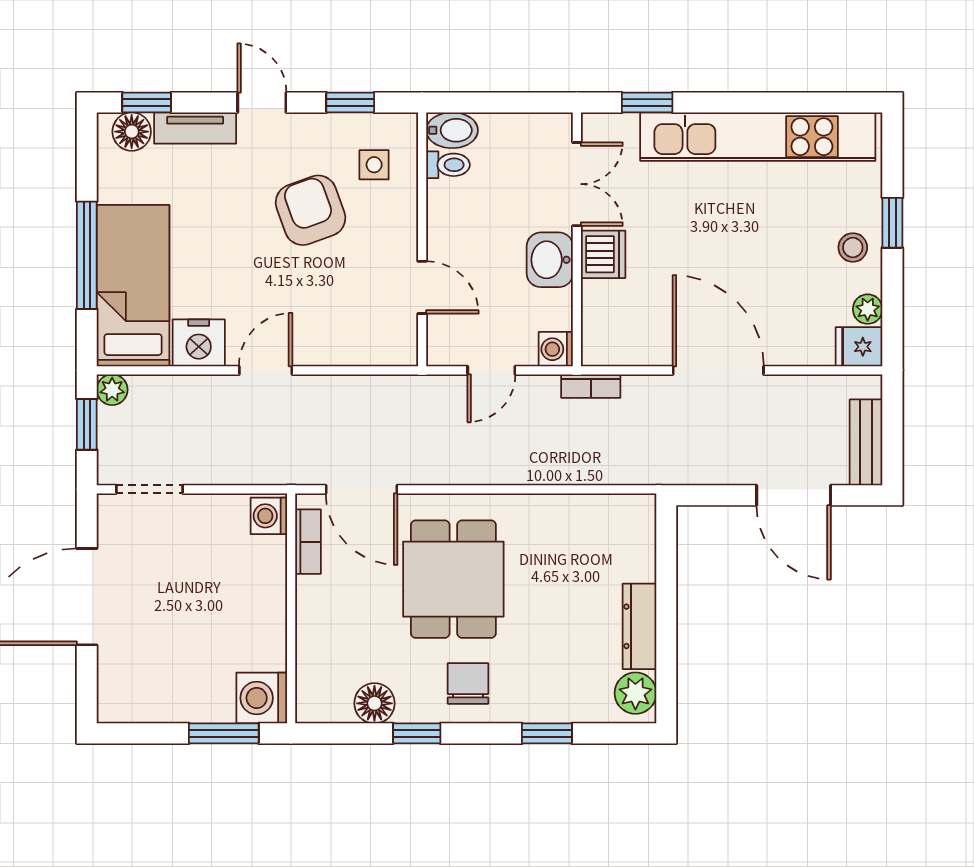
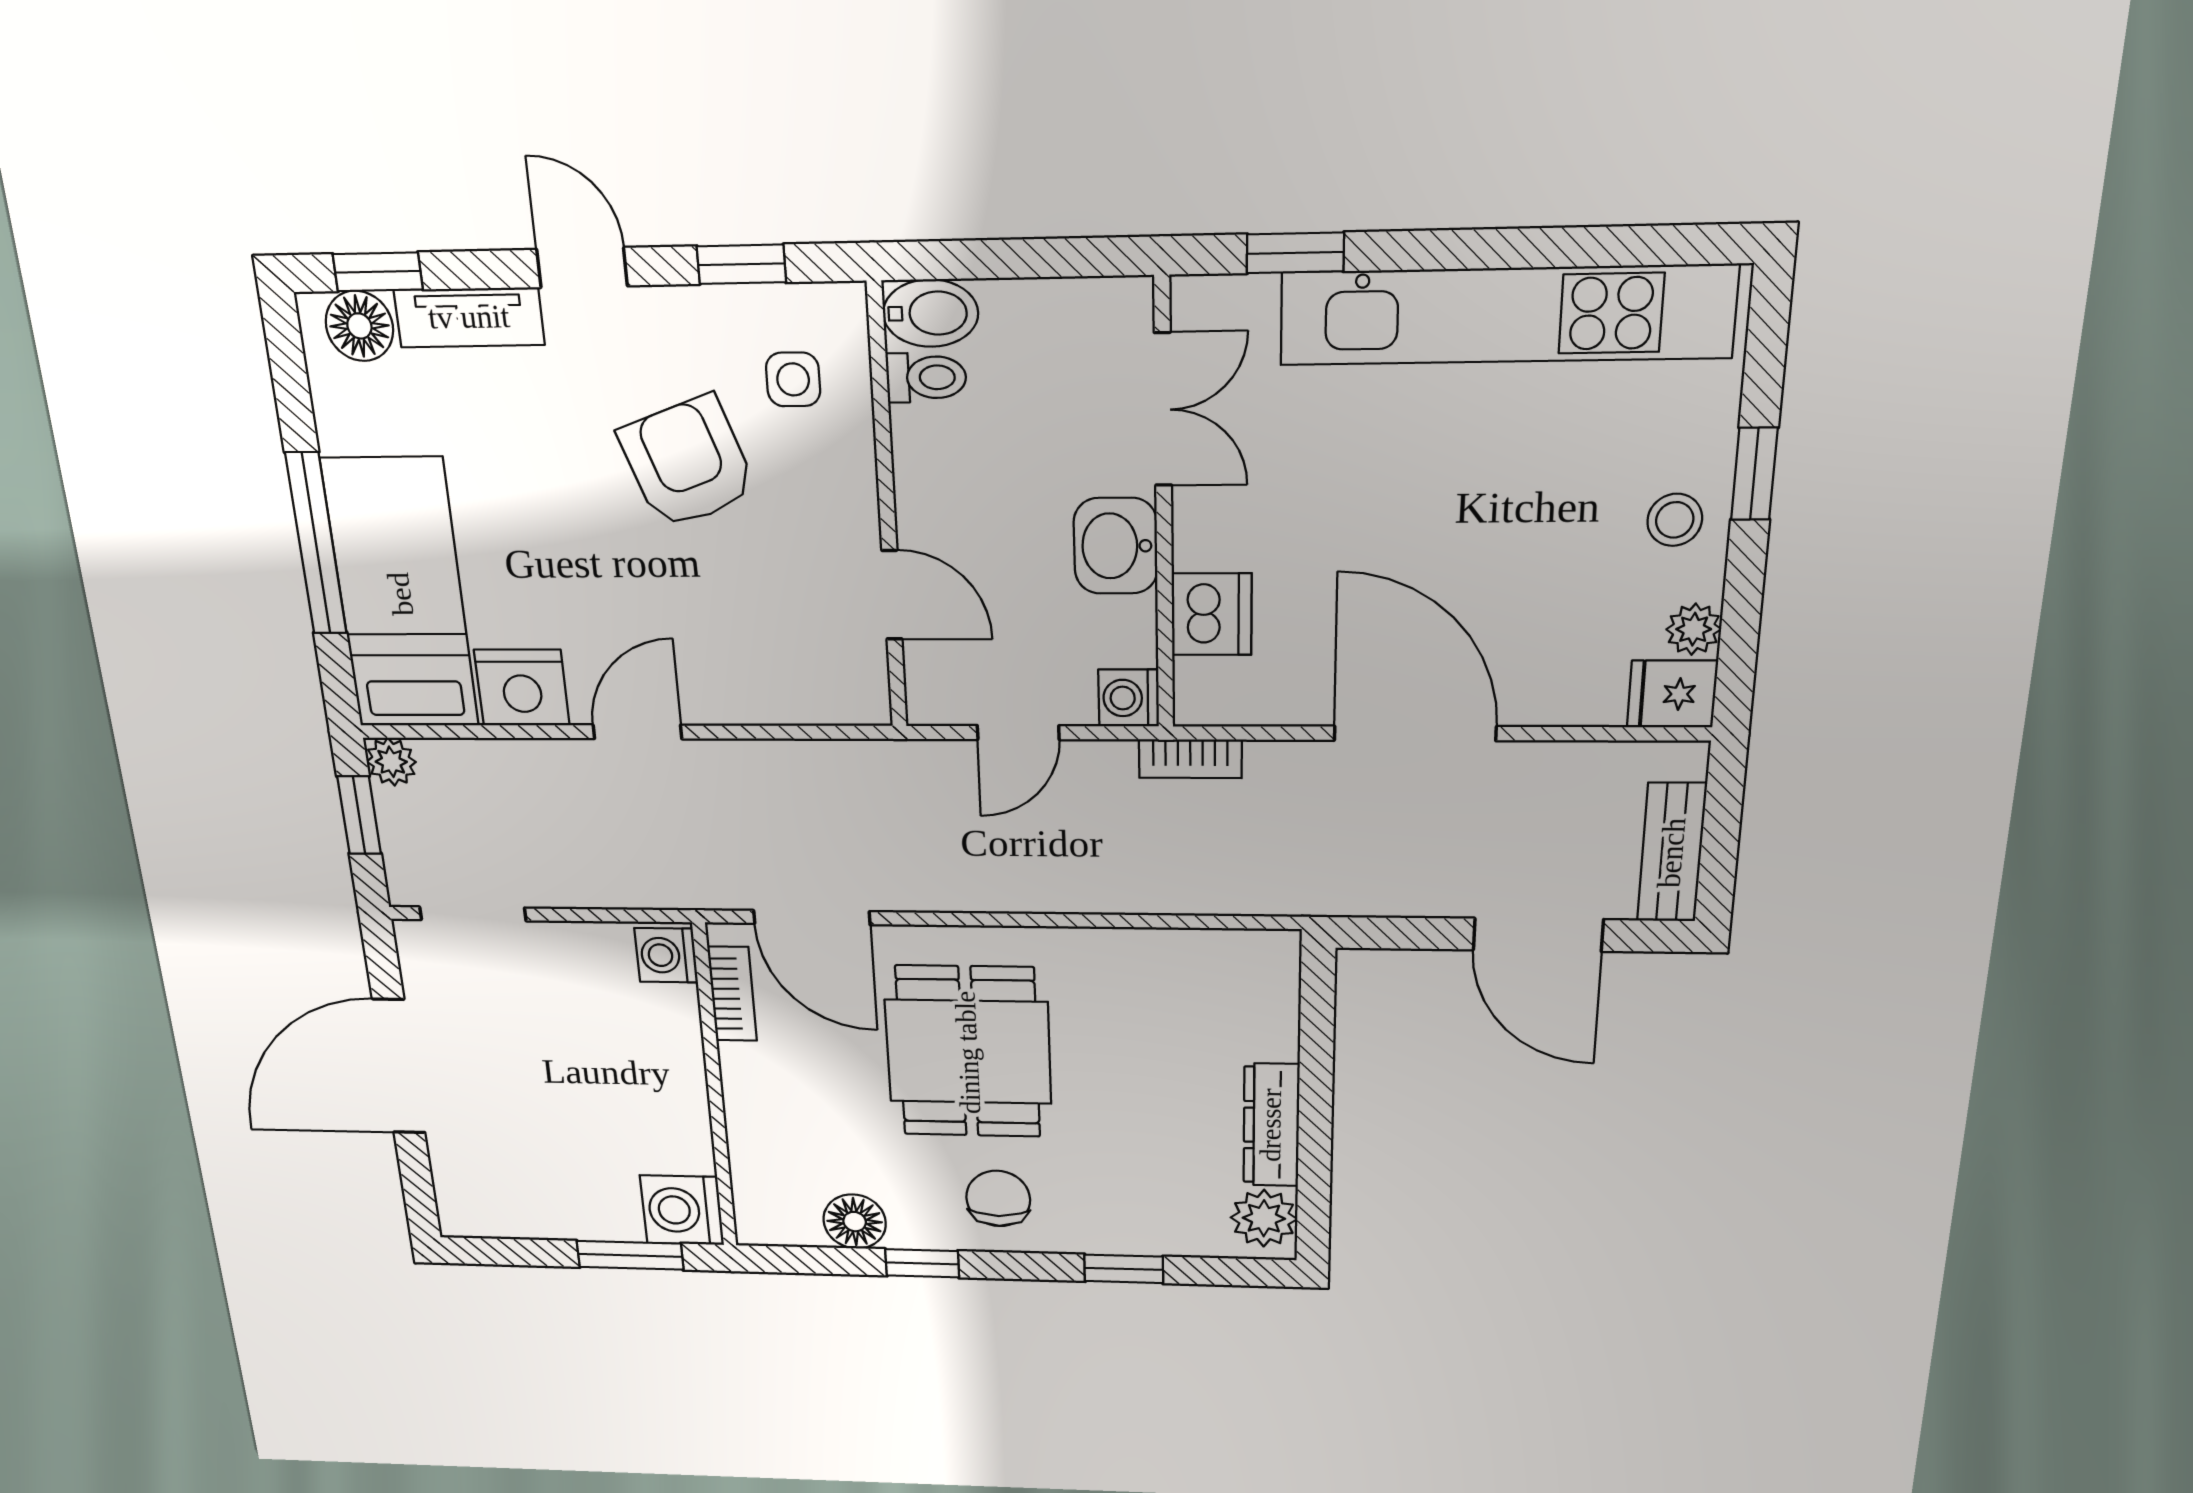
dishwasher: (603, 254) -> (1212, 614), moved

